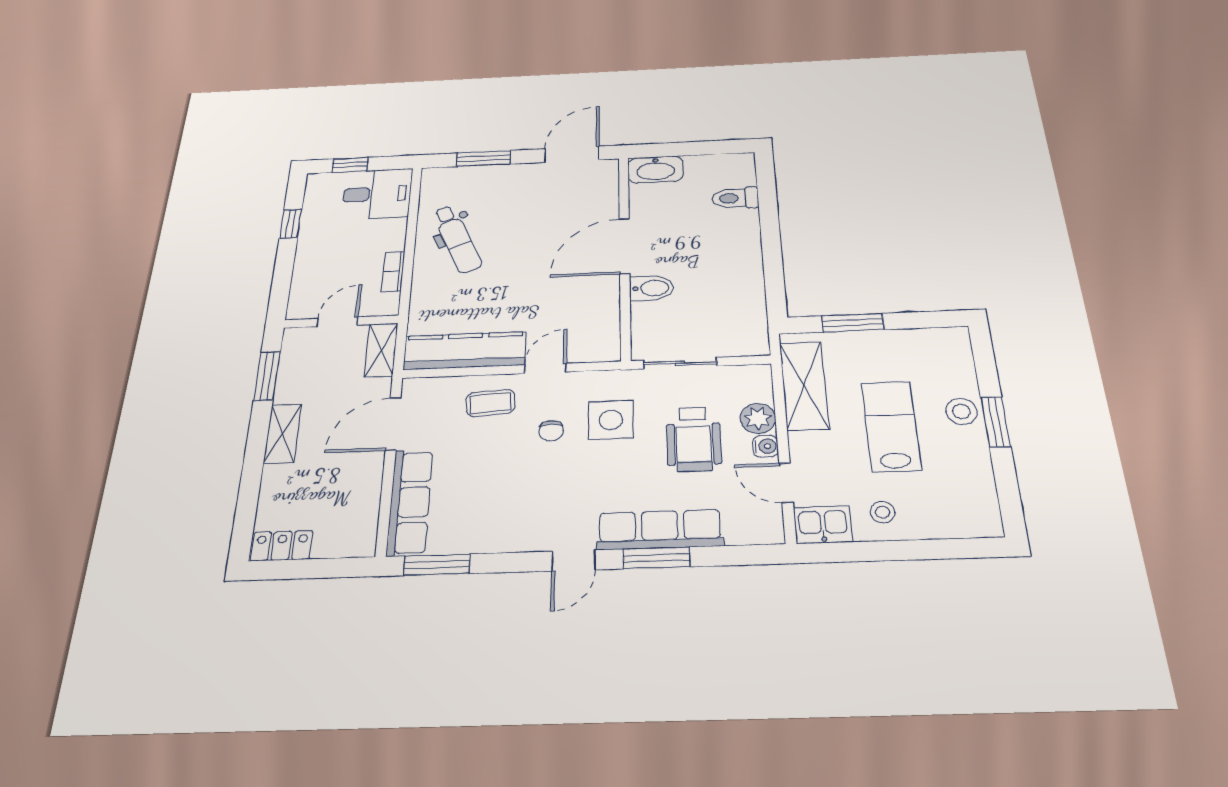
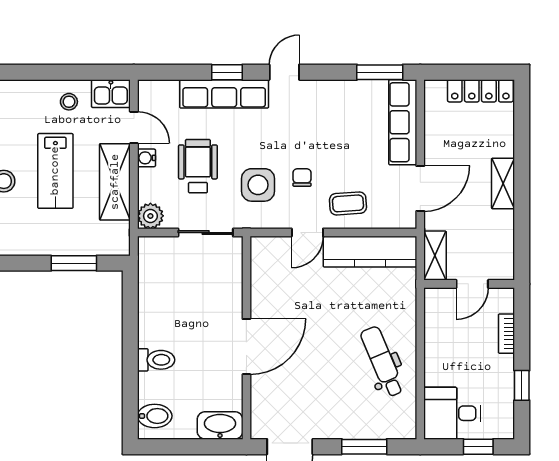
toilet: (735, 198) -> (156, 360), moved
bookcase: (393, 271) -> (506, 334), moved, turned 180
bidet: (652, 288) -> (155, 416), moved, turned 180
window: (267, 376) -> (522, 236), removed
shelving: (804, 386) -> (115, 182), moved
plant: (758, 418) -> (150, 216), moved
locker: (282, 546) -> (480, 91), width x1.53
window: (656, 558) -> (227, 72), width x0.67

